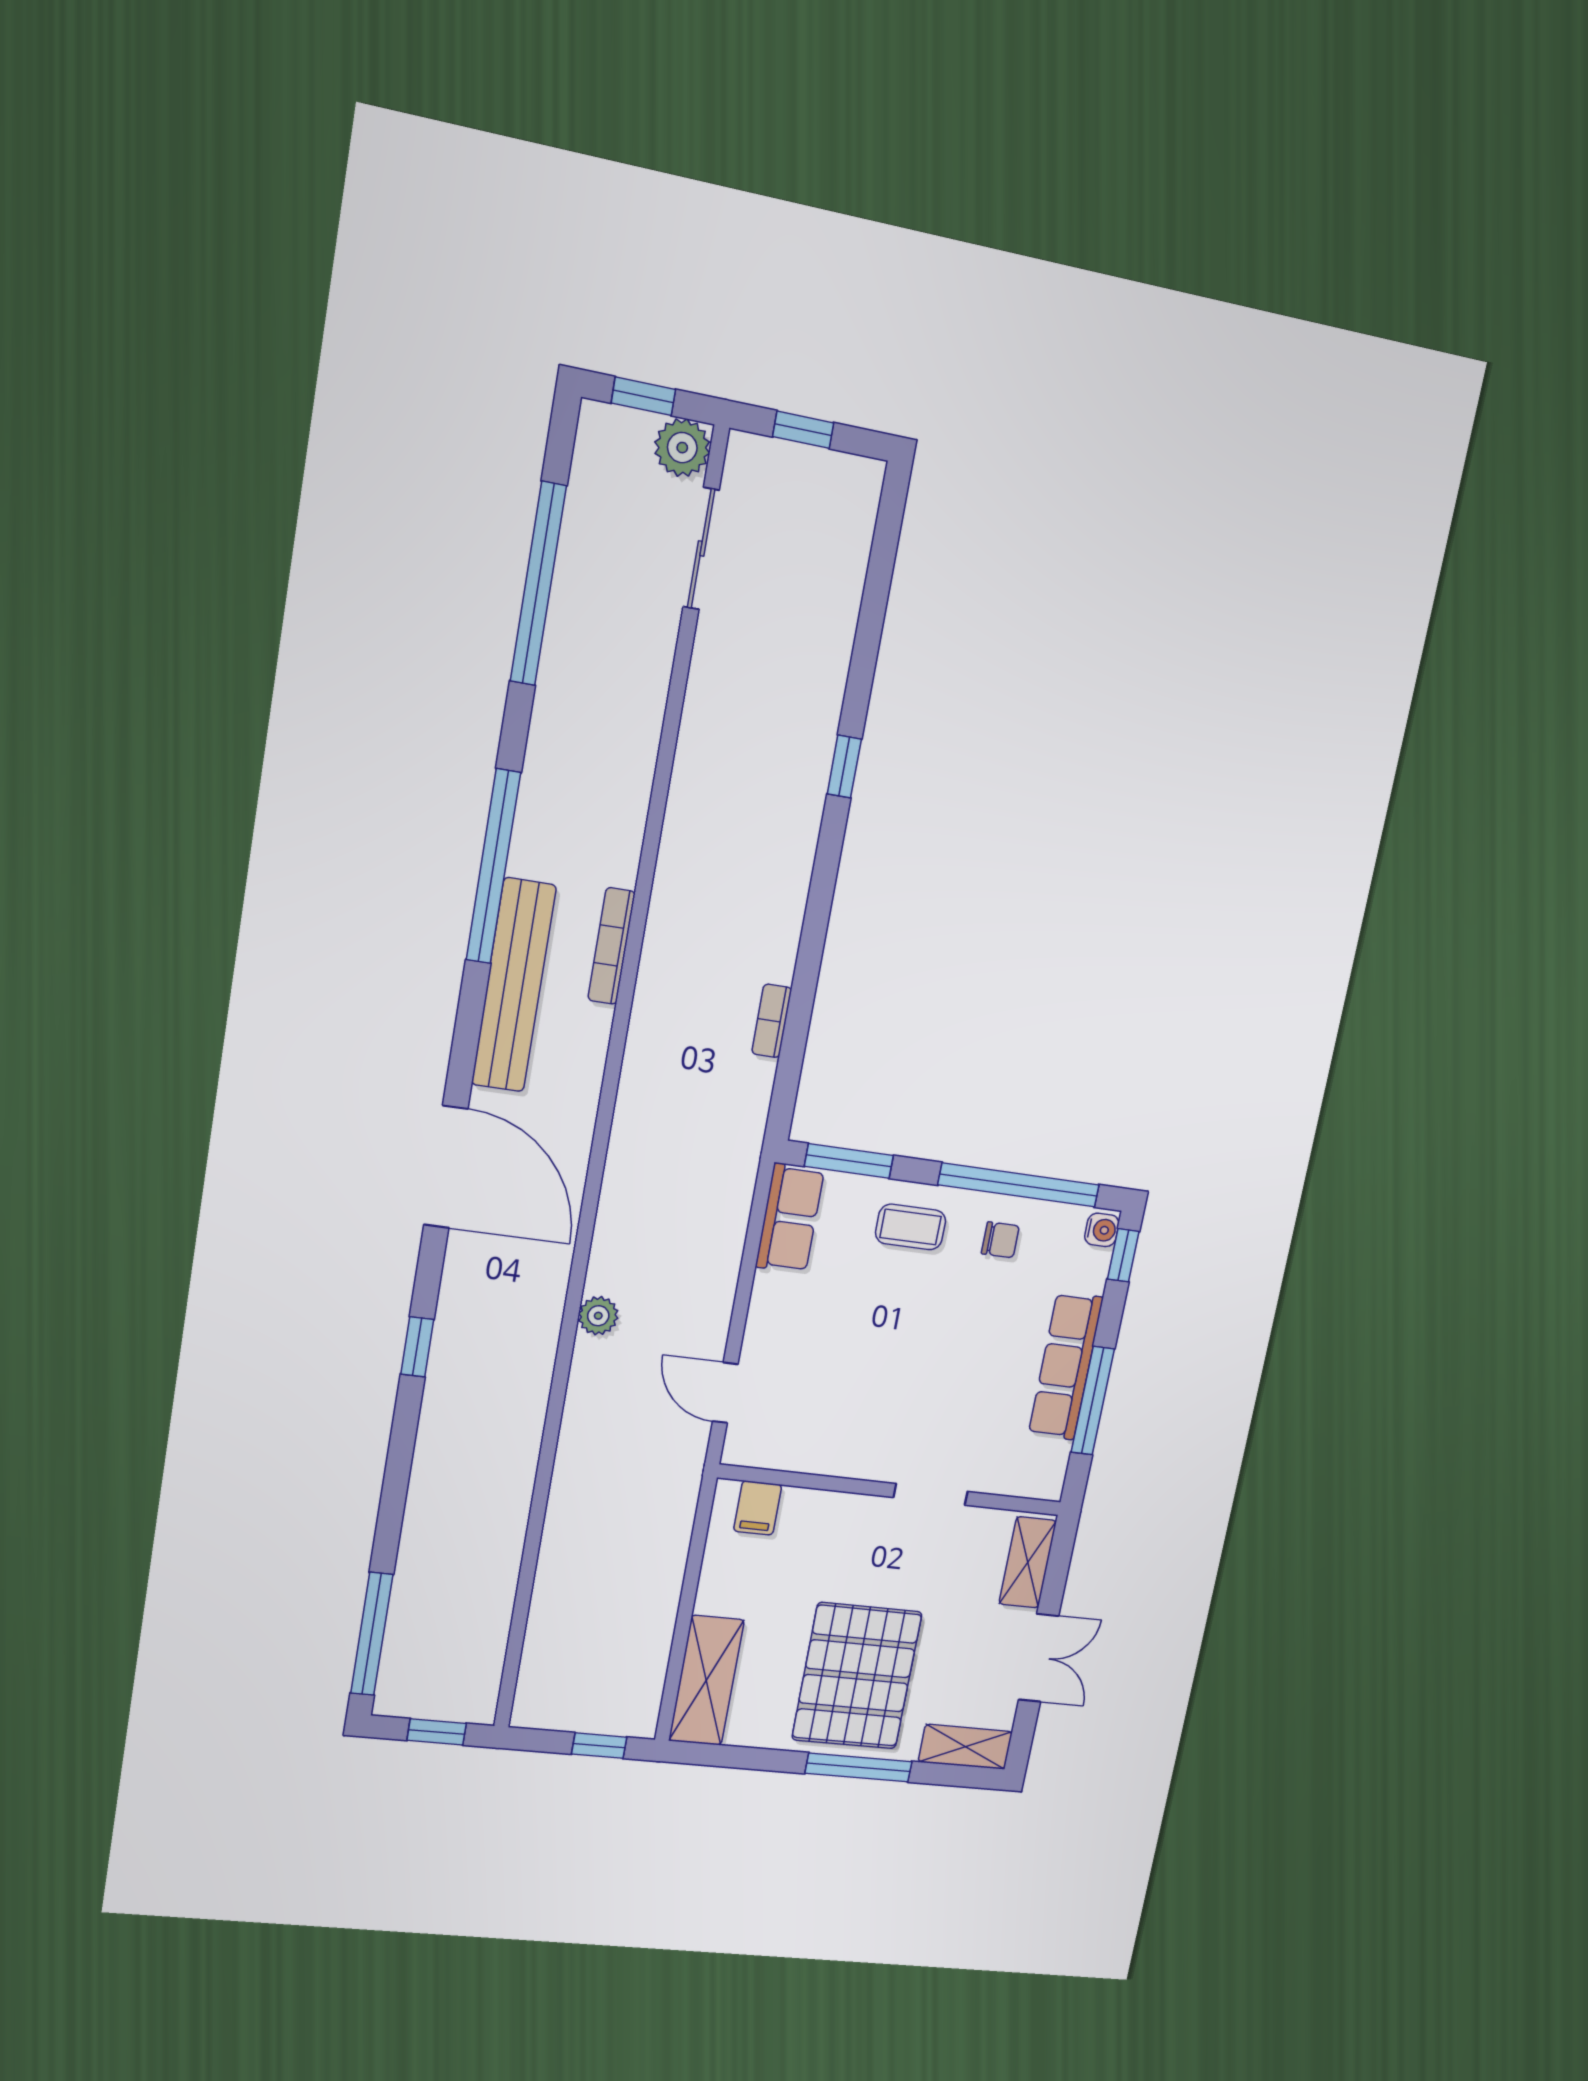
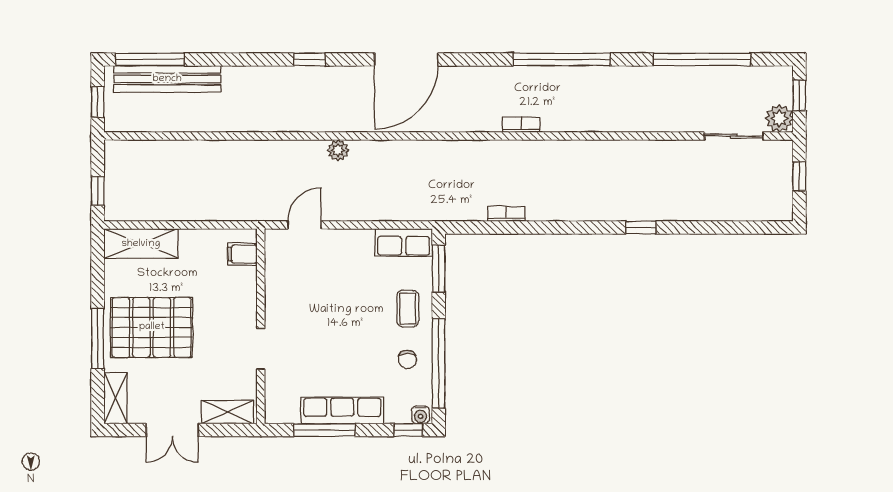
bookcase: (611, 946) -> (521, 125), width x0.64
bench: (514, 985) -> (167, 79), moved

